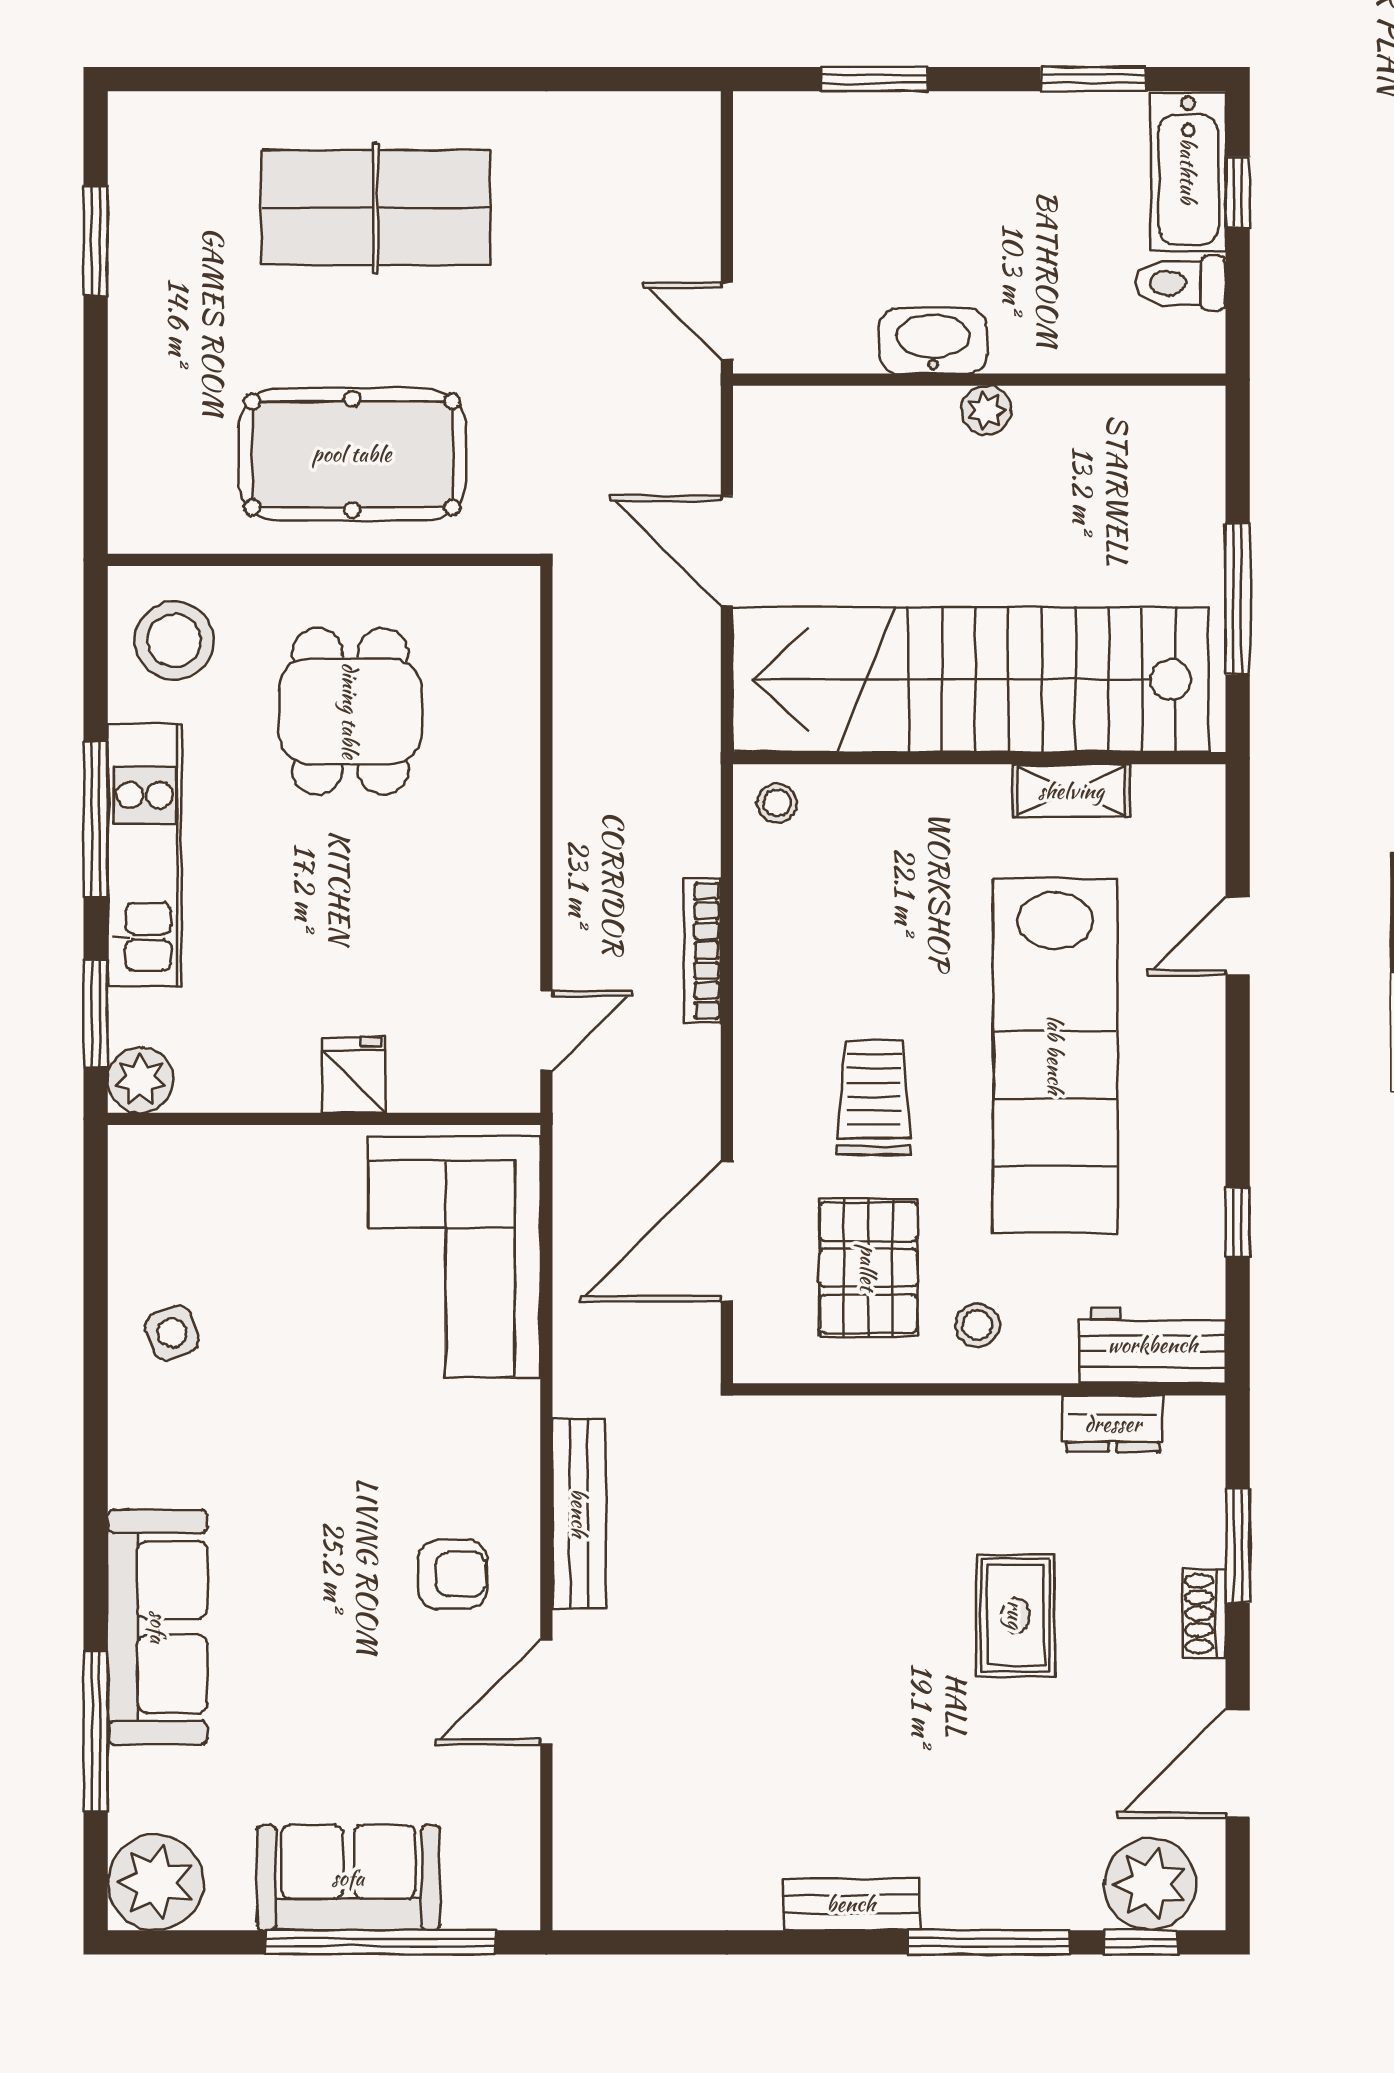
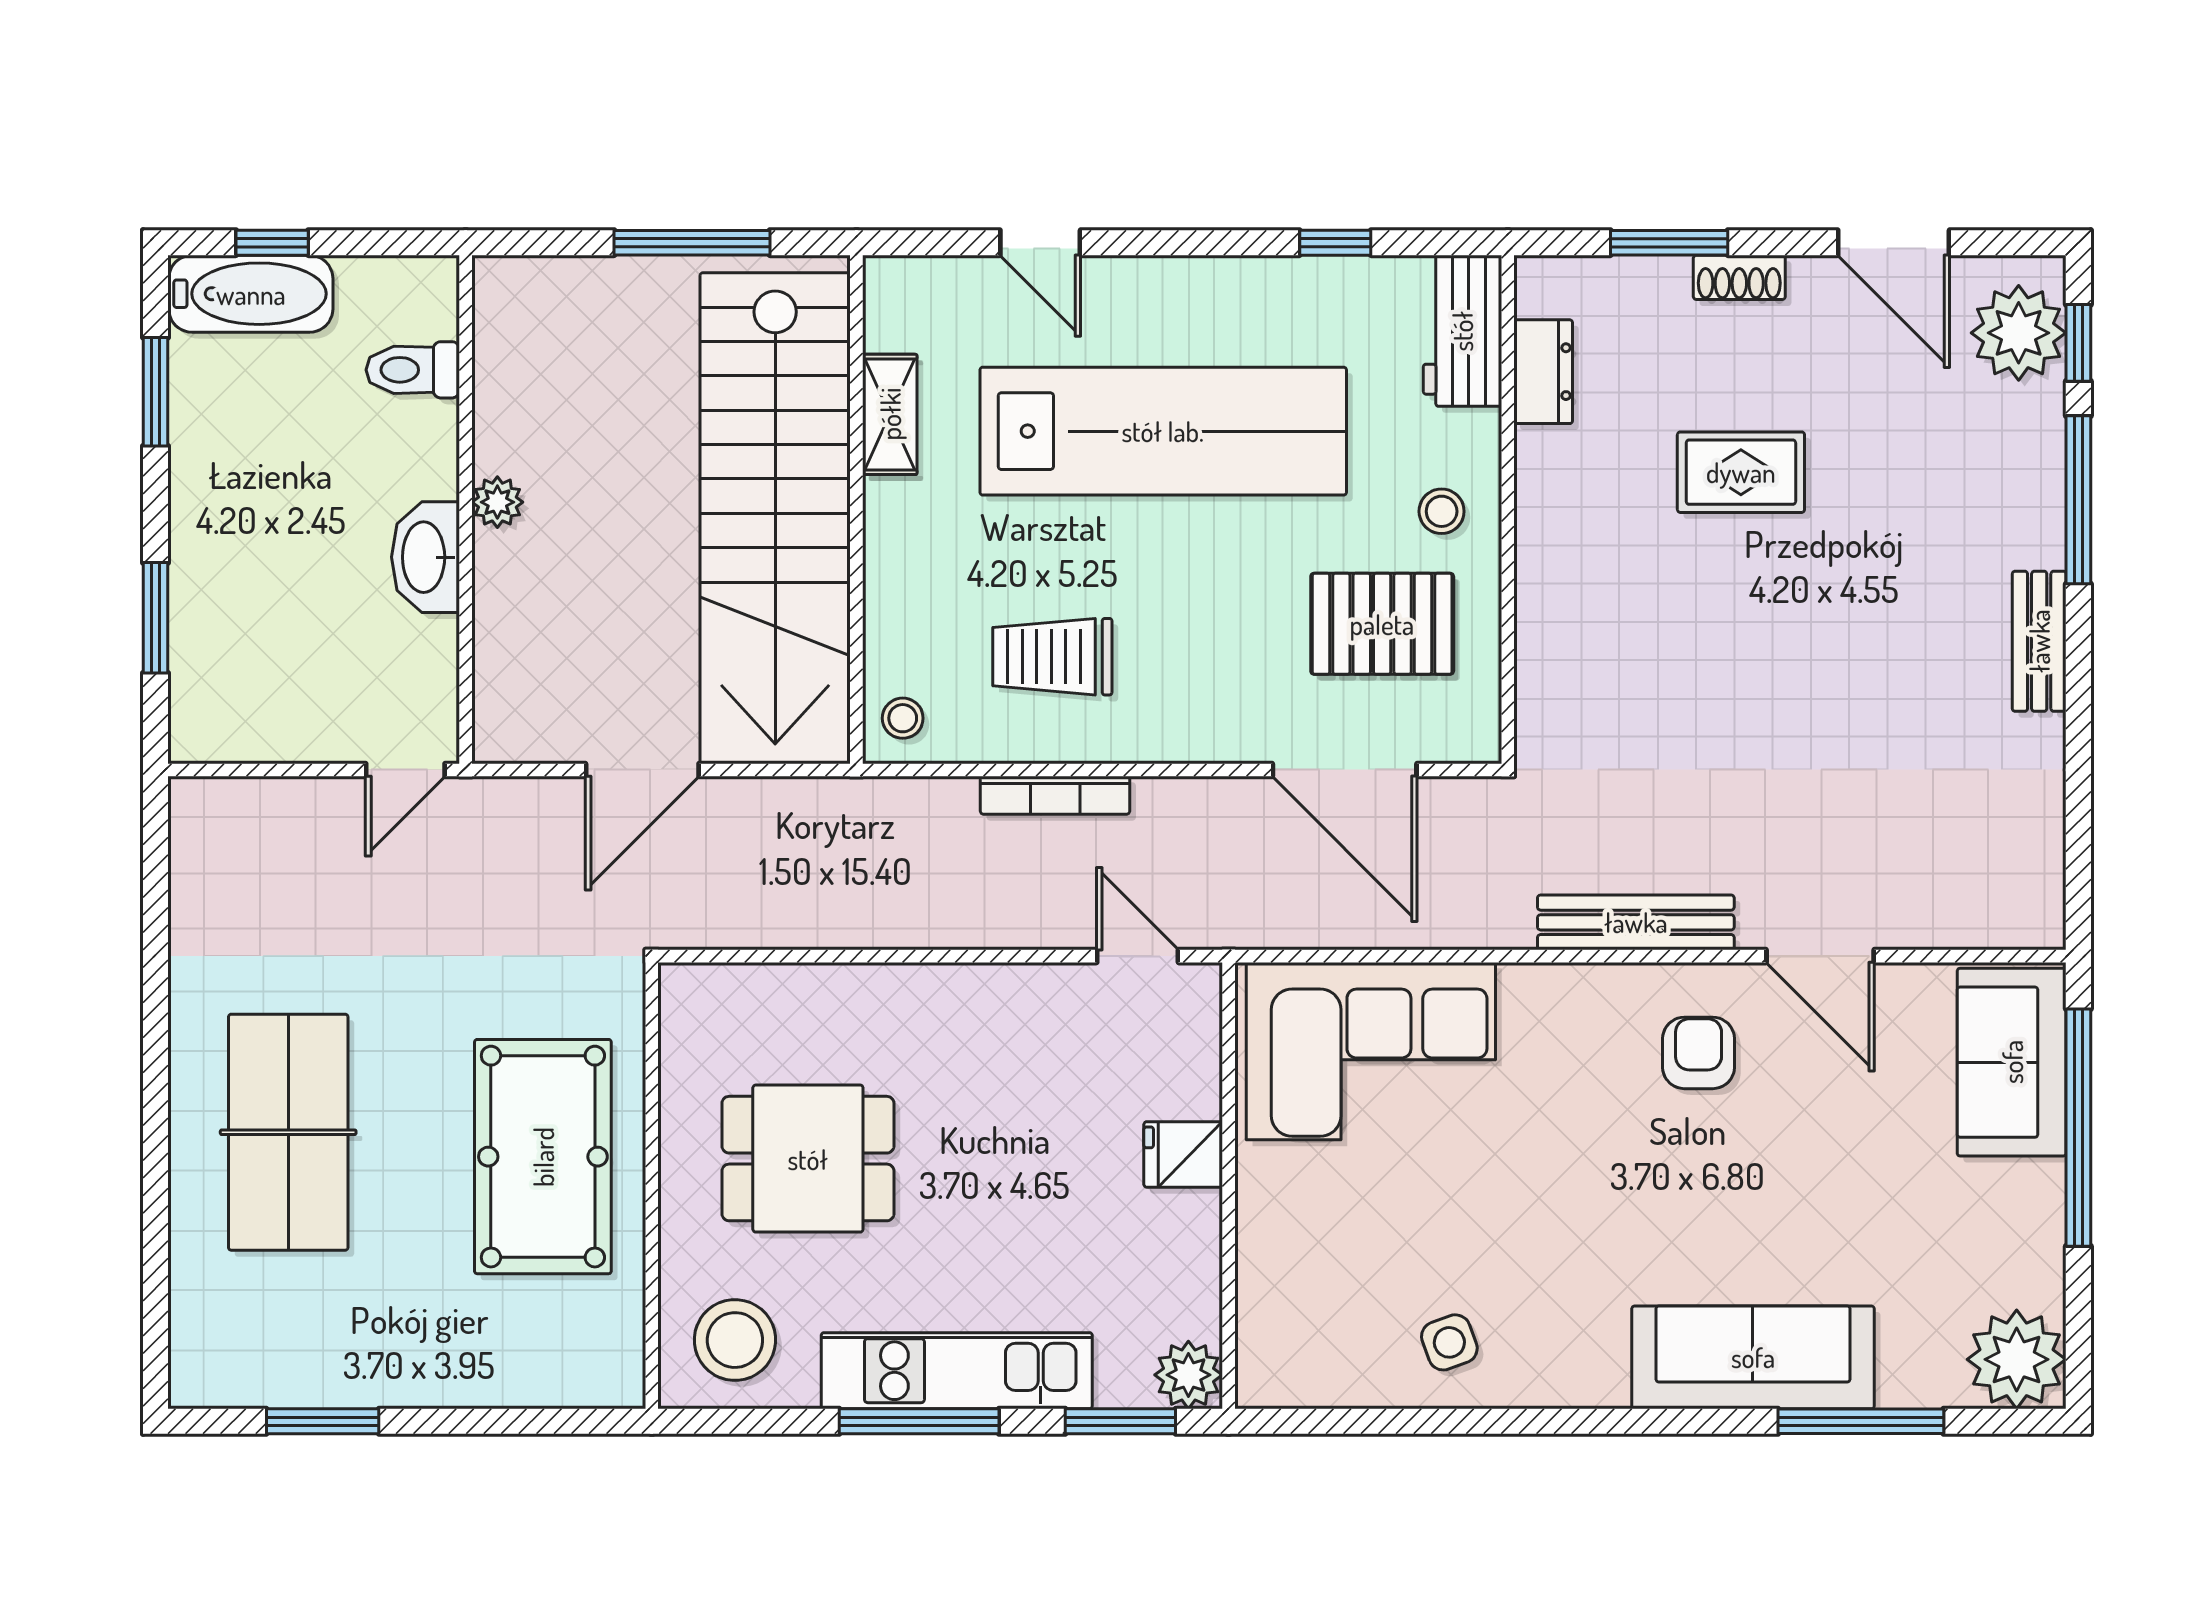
toilet: (1180, 283) -> (413, 370), moved, turned 90
trolley: (874, 1097) -> (1052, 657), moved
sofa: (348, 1878) -> (2012, 1062), moved

